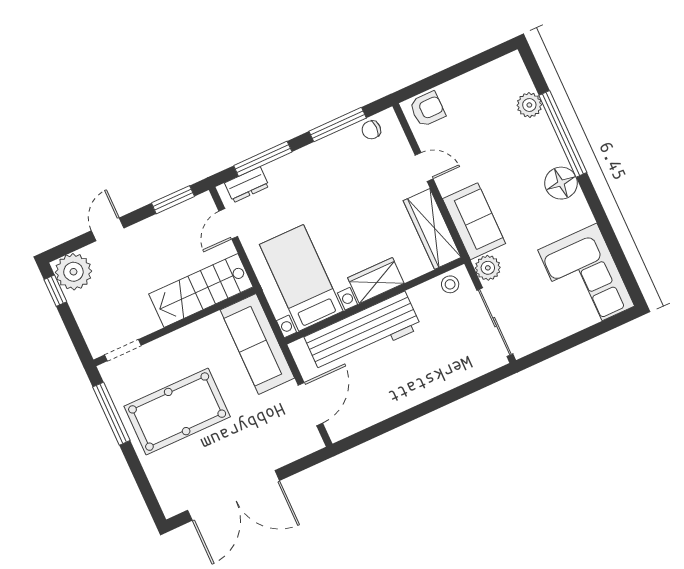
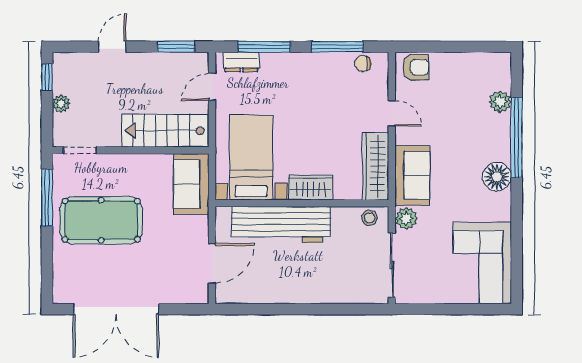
plant: (73, 272) -> (61, 104), moved, width x0.53, depth x0.53
sofa: (257, 344) -> (191, 184), width x0.73

